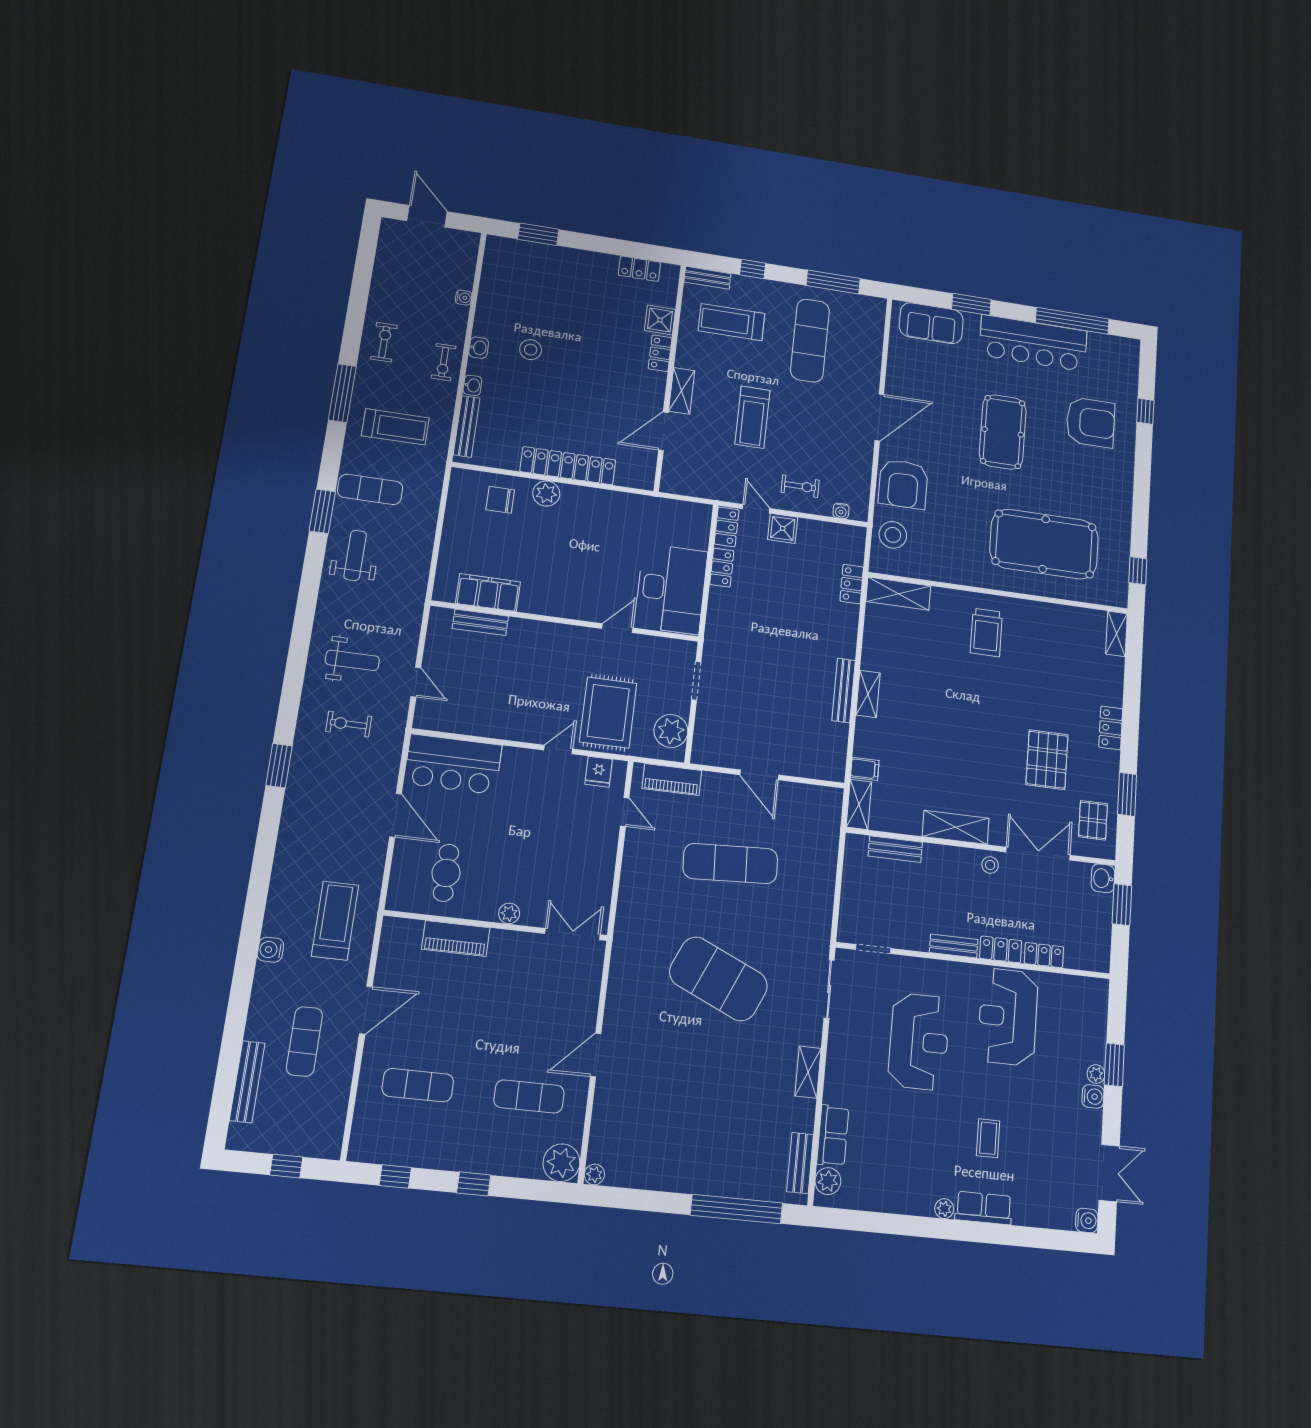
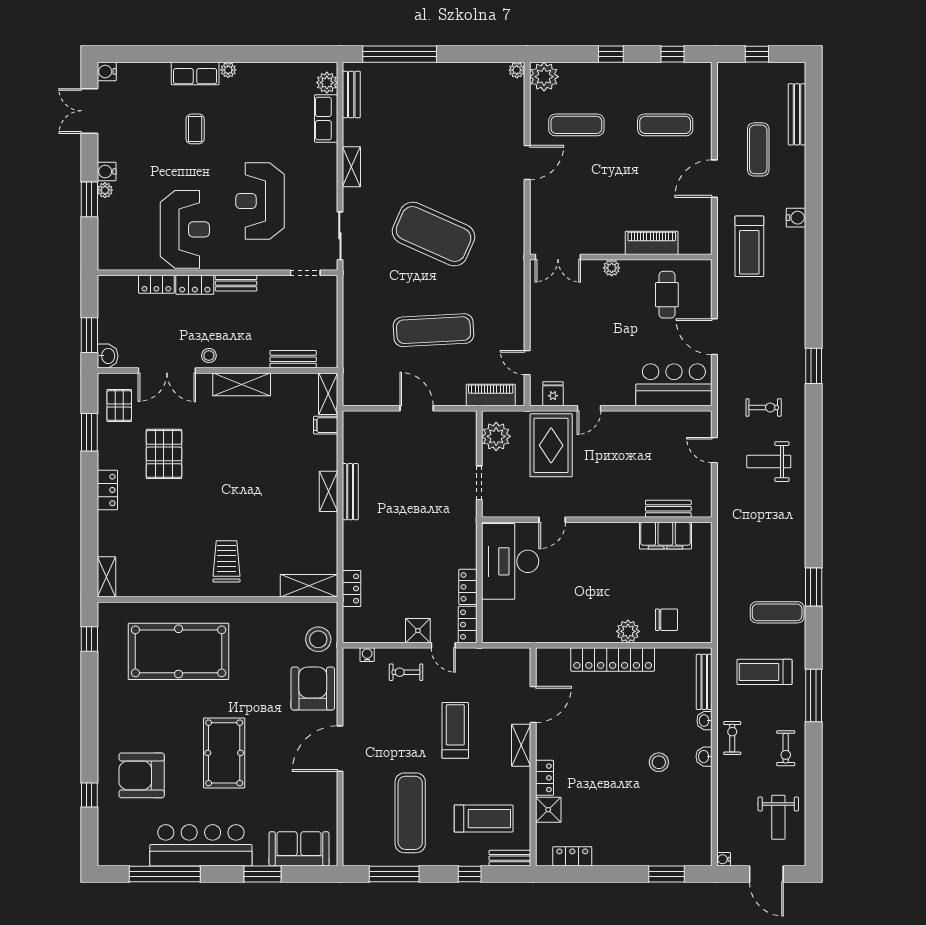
water cooler: (464, 298) -> (724, 859), moved
weight bench: (355, 555) -> (778, 817), moved

